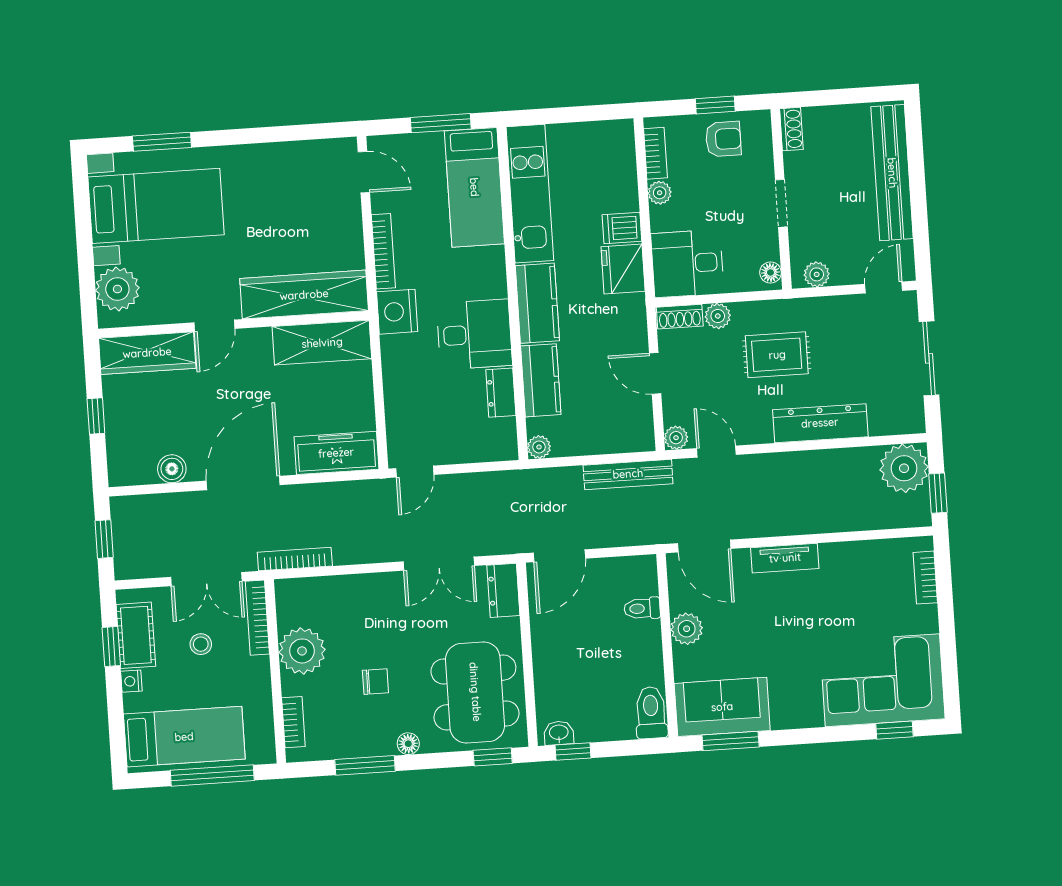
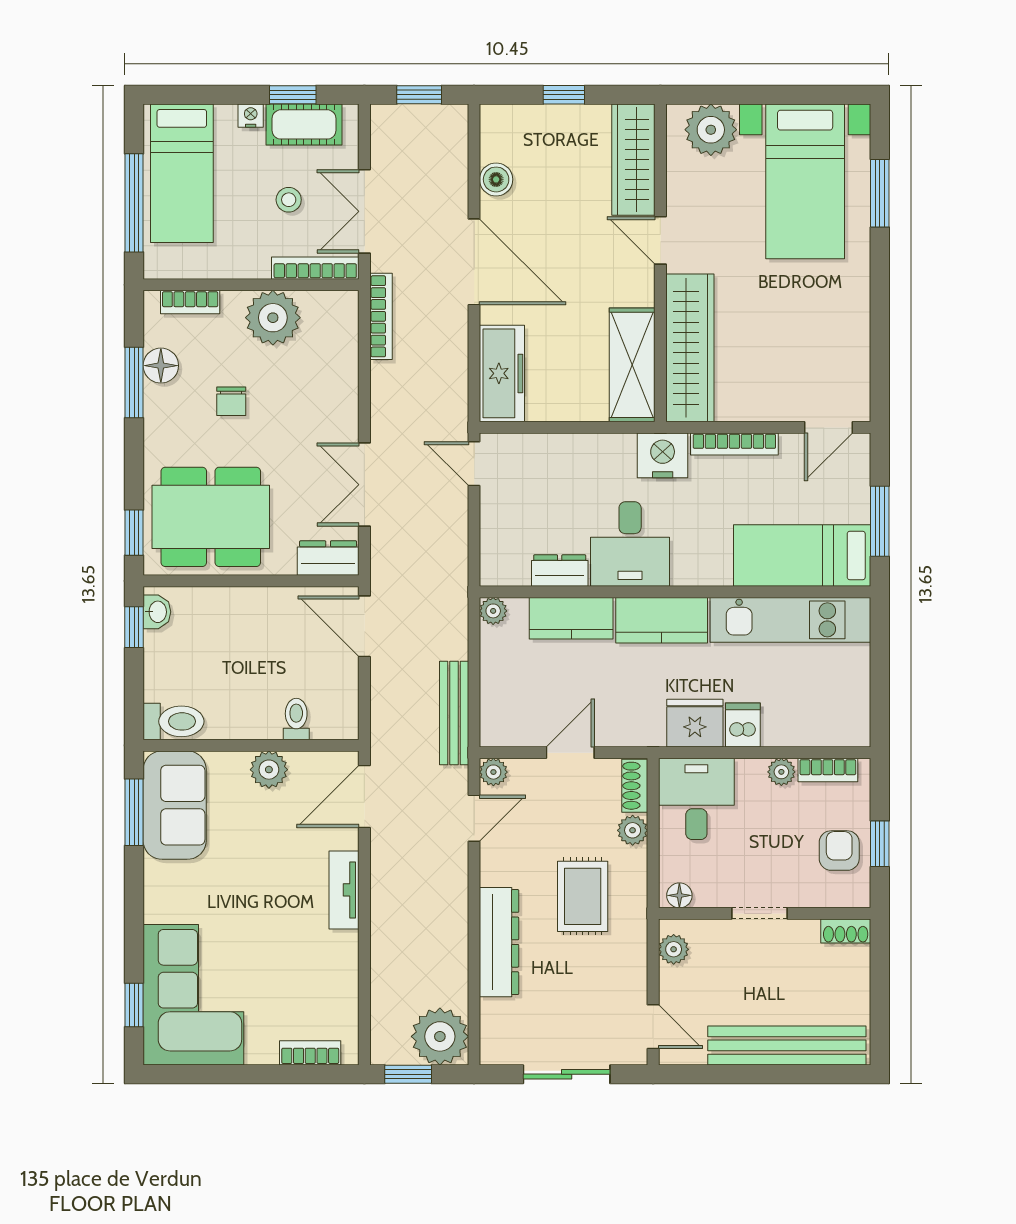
armchair: (723, 139) -> (839, 851), turned 180
floor lamp: (408, 744) -> (161, 366), moved, width x1.37, depth x1.37

